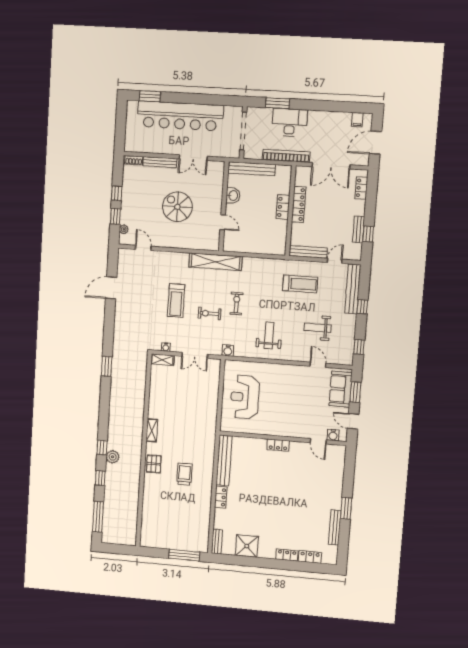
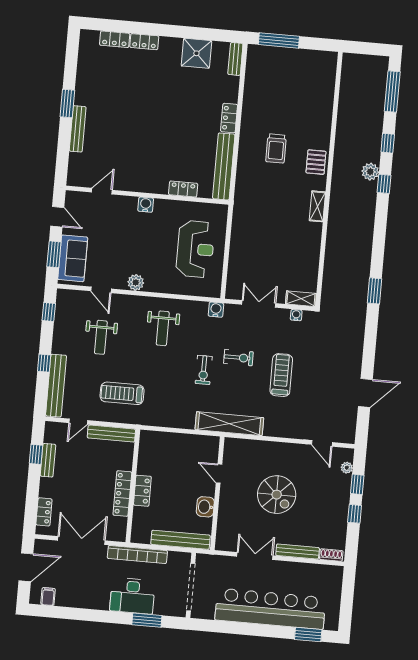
weight bench: (318, 328) -> (101, 337), turned 90
plant: (291, 371) -> (136, 282), added
water cooler: (333, 435) -> (146, 205), moved
door: (318, 441) -> (102, 191), hinge flipped
locker: (278, 445) -> (183, 189), moved
bench: (335, 527) -> (78, 129), moved

